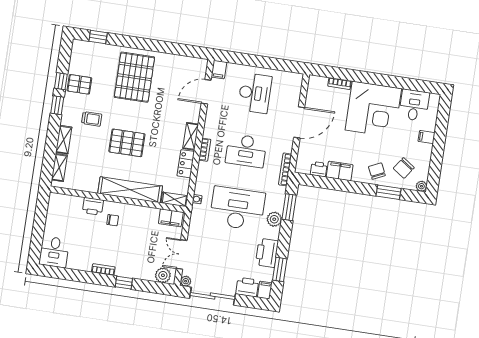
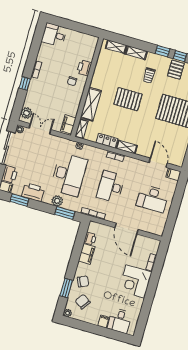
desk: (414, 105) -> (120, 321), moved, turned 90
corner desk: (373, 109) -> (135, 281), width x0.74, depth x0.74
pallet: (127, 143) -> (128, 99), turned 90
shelving: (130, 190) -> (91, 104), width x0.68

